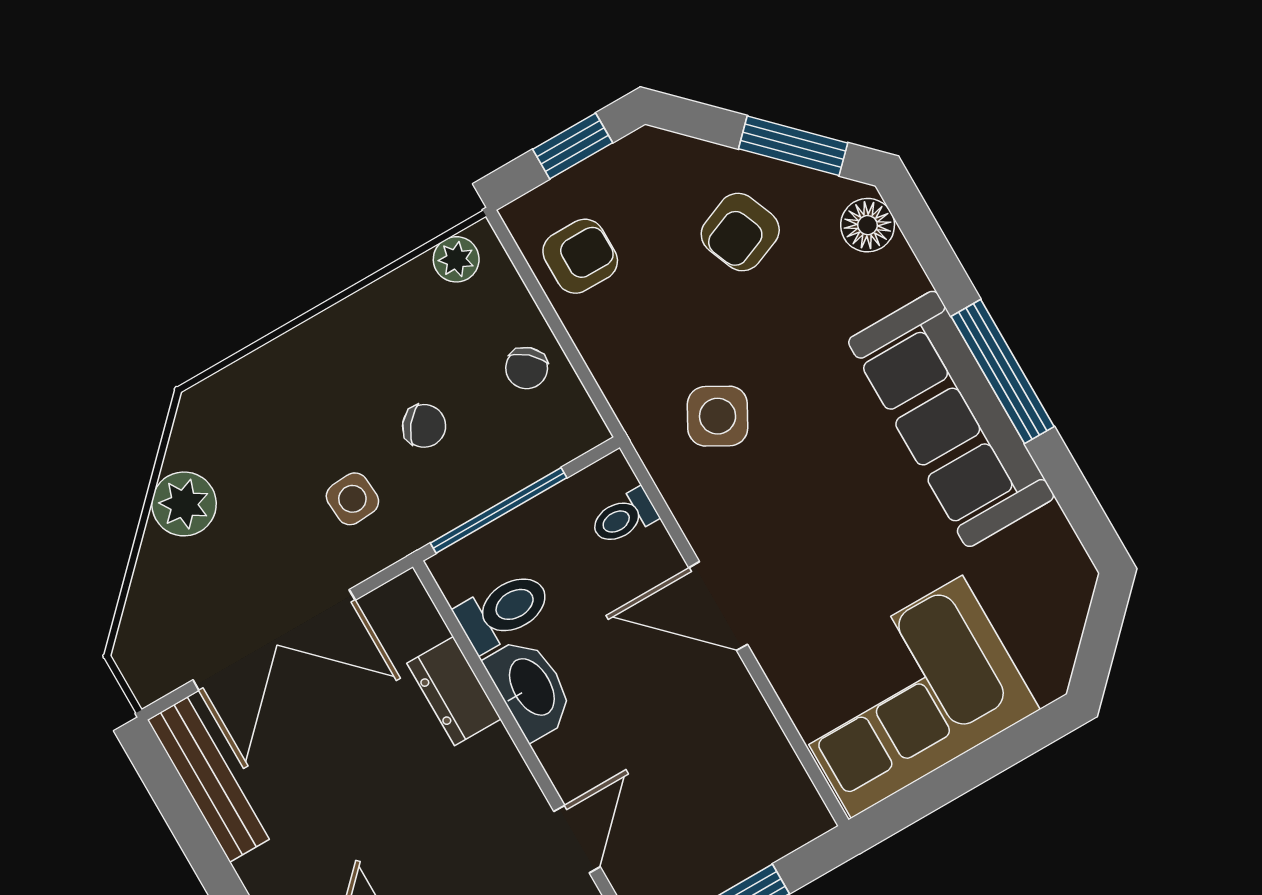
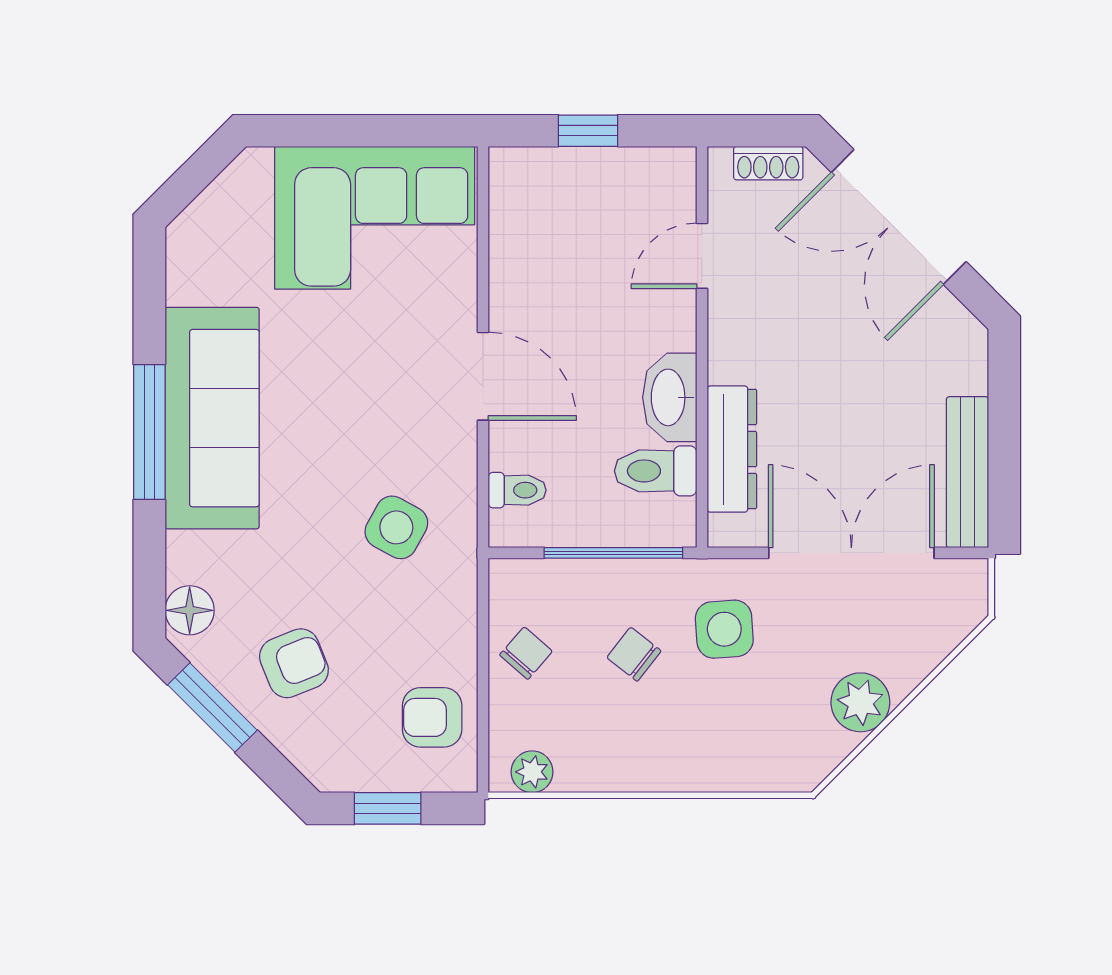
side table: (352, 499) -> (724, 629), width x1.37, depth x1.37
dresser: (454, 691) -> (732, 449), width x1.44

